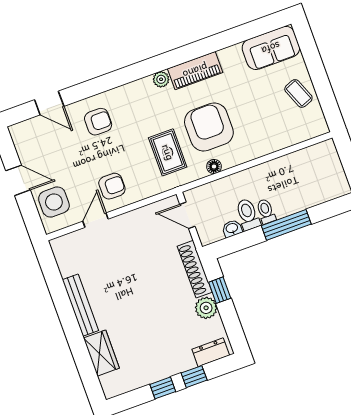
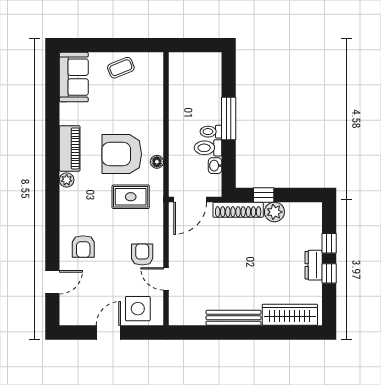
armchair: (98, 122) -> (83, 246), turned 180
door: (187, 215) -> (190, 199), width x1.38
dresser: (211, 352) -> (314, 265), moved
wardrobe: (101, 353) -> (290, 315), width x1.50

